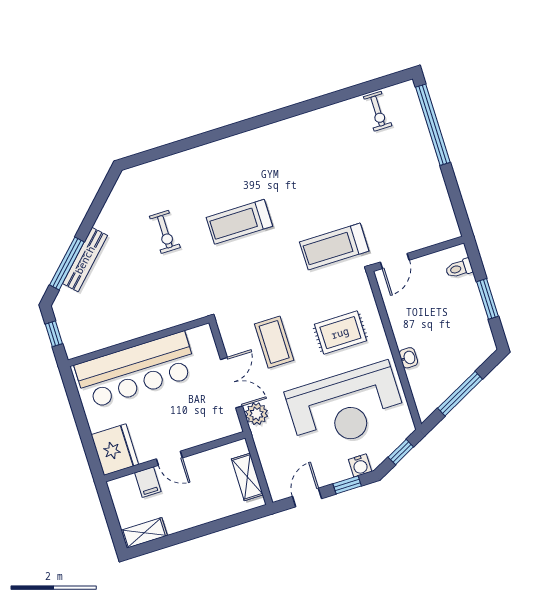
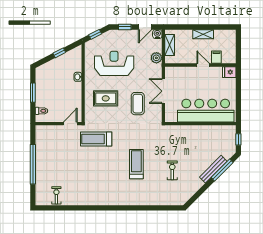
window: (433, 125) -> (33, 164), moved
treadmill: (239, 222) -> (136, 164), turned -90
treadmill: (334, 247) -> (96, 139), turned 180
window: (460, 394) -> (59, 53), width x0.46
reception desk: (346, 407) -> (114, 63), width x0.74, depth x0.77
plant: (256, 414) -> (156, 58), moved
fridge: (115, 450) -> (229, 72), width x0.53, depth x0.75
water cooler: (360, 465) -> (157, 34), moved
shelving: (144, 533) -> (203, 34), moved

